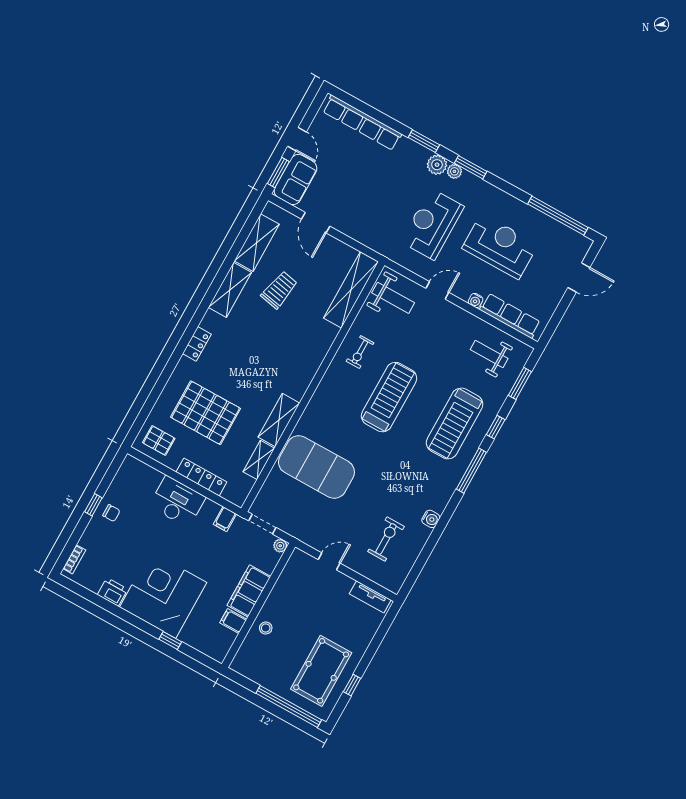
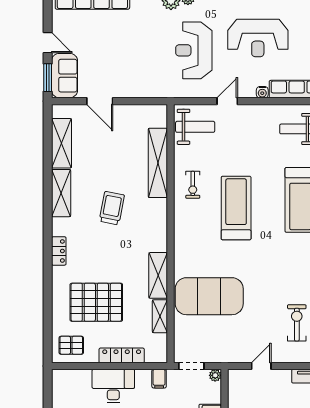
reception desk: (500, 246) -> (258, 38), turned 180
trolley: (279, 290) -> (112, 208), moved
shelving: (351, 290) -> (158, 163), moved

